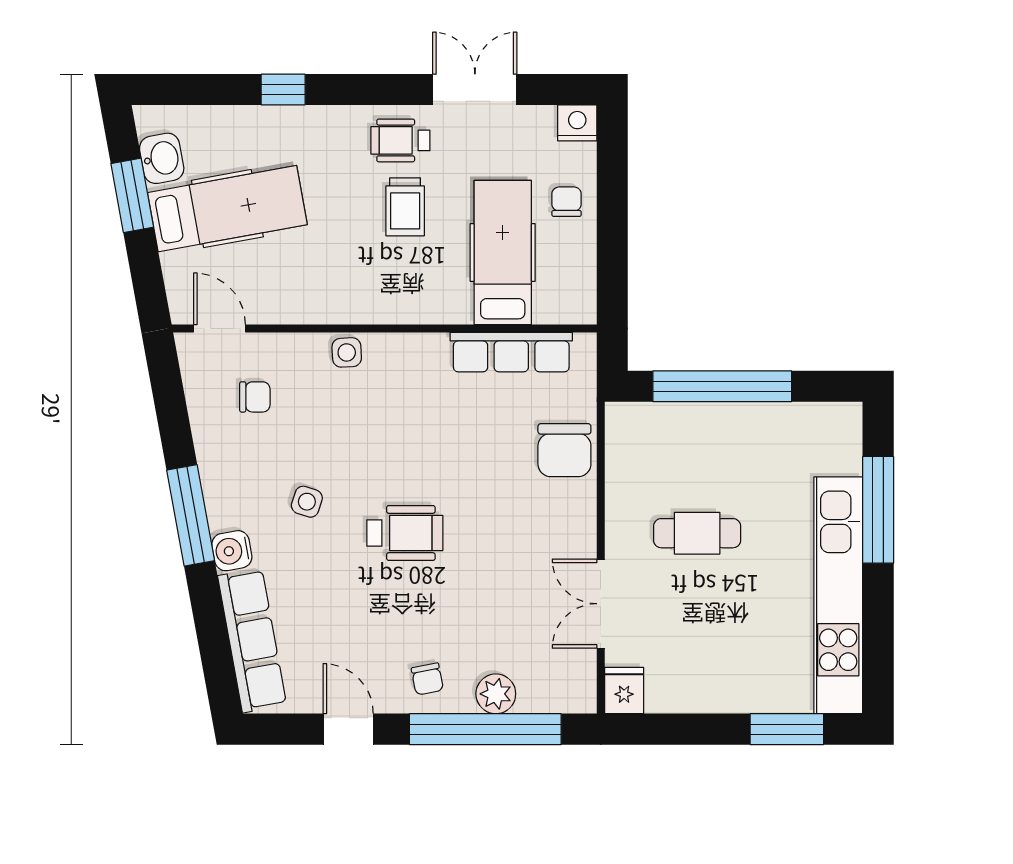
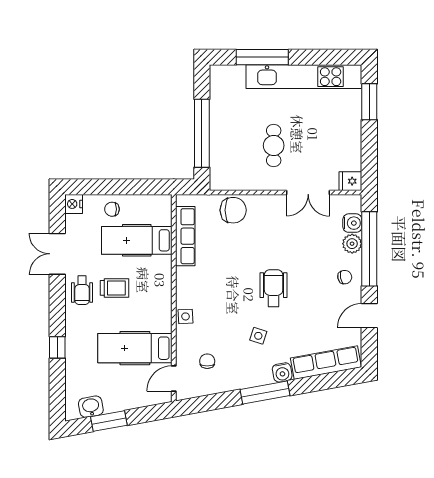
hospital bed: (227, 209) -> (135, 348), moved, turned -80
water cooler: (538, 695) -> (352, 223), added

